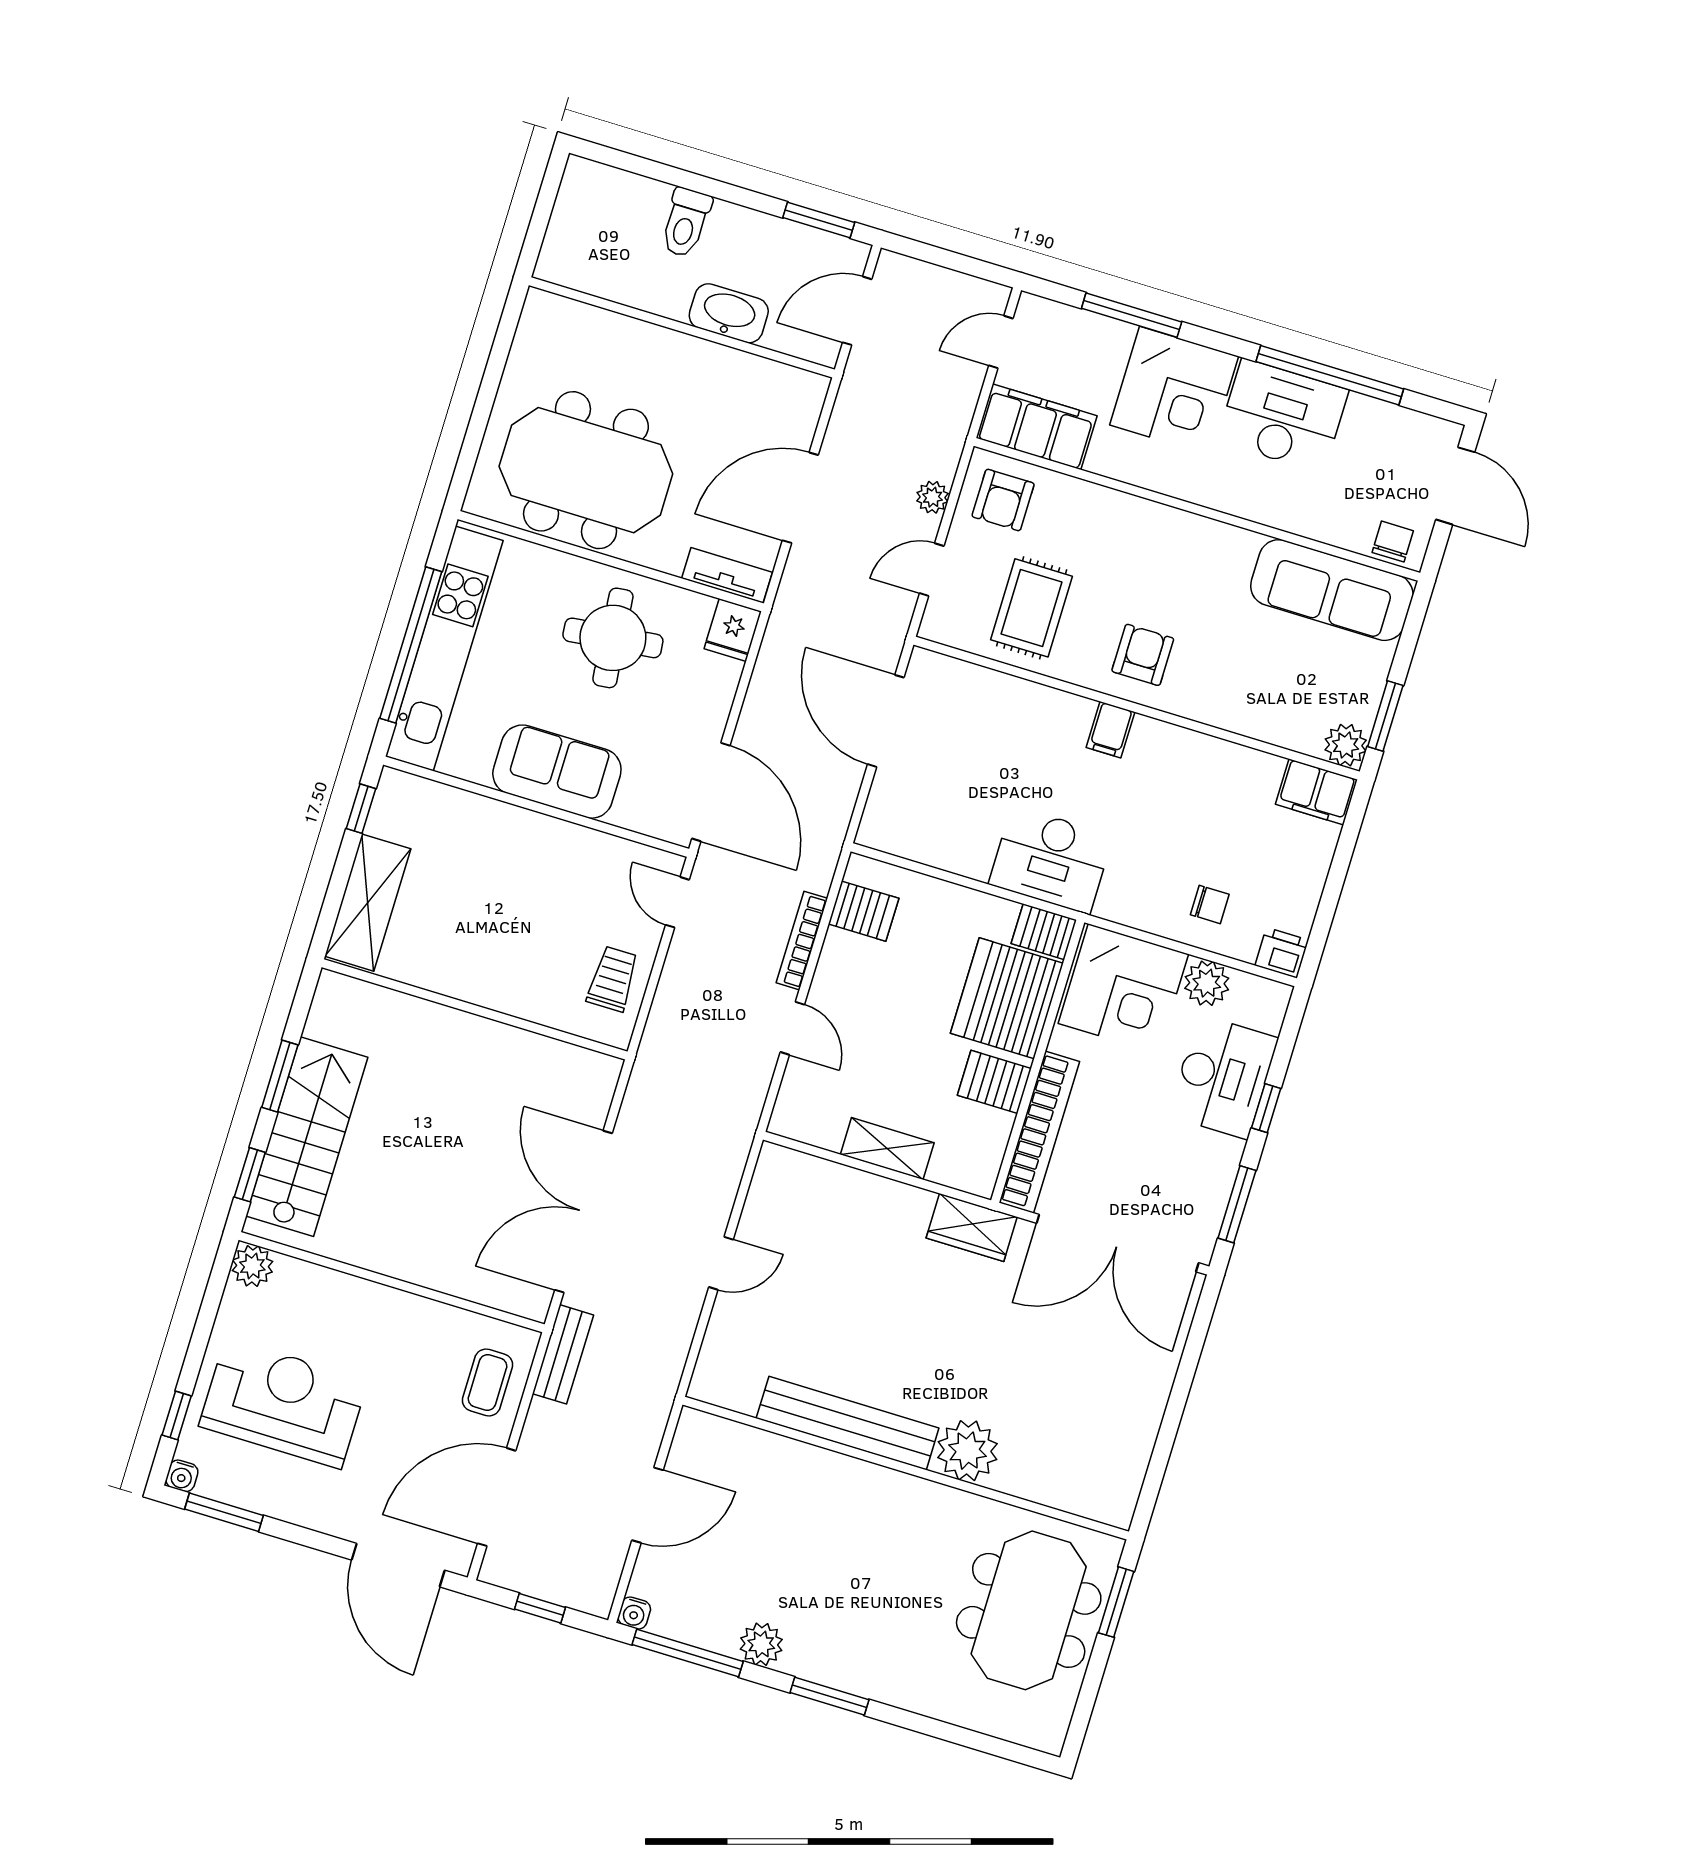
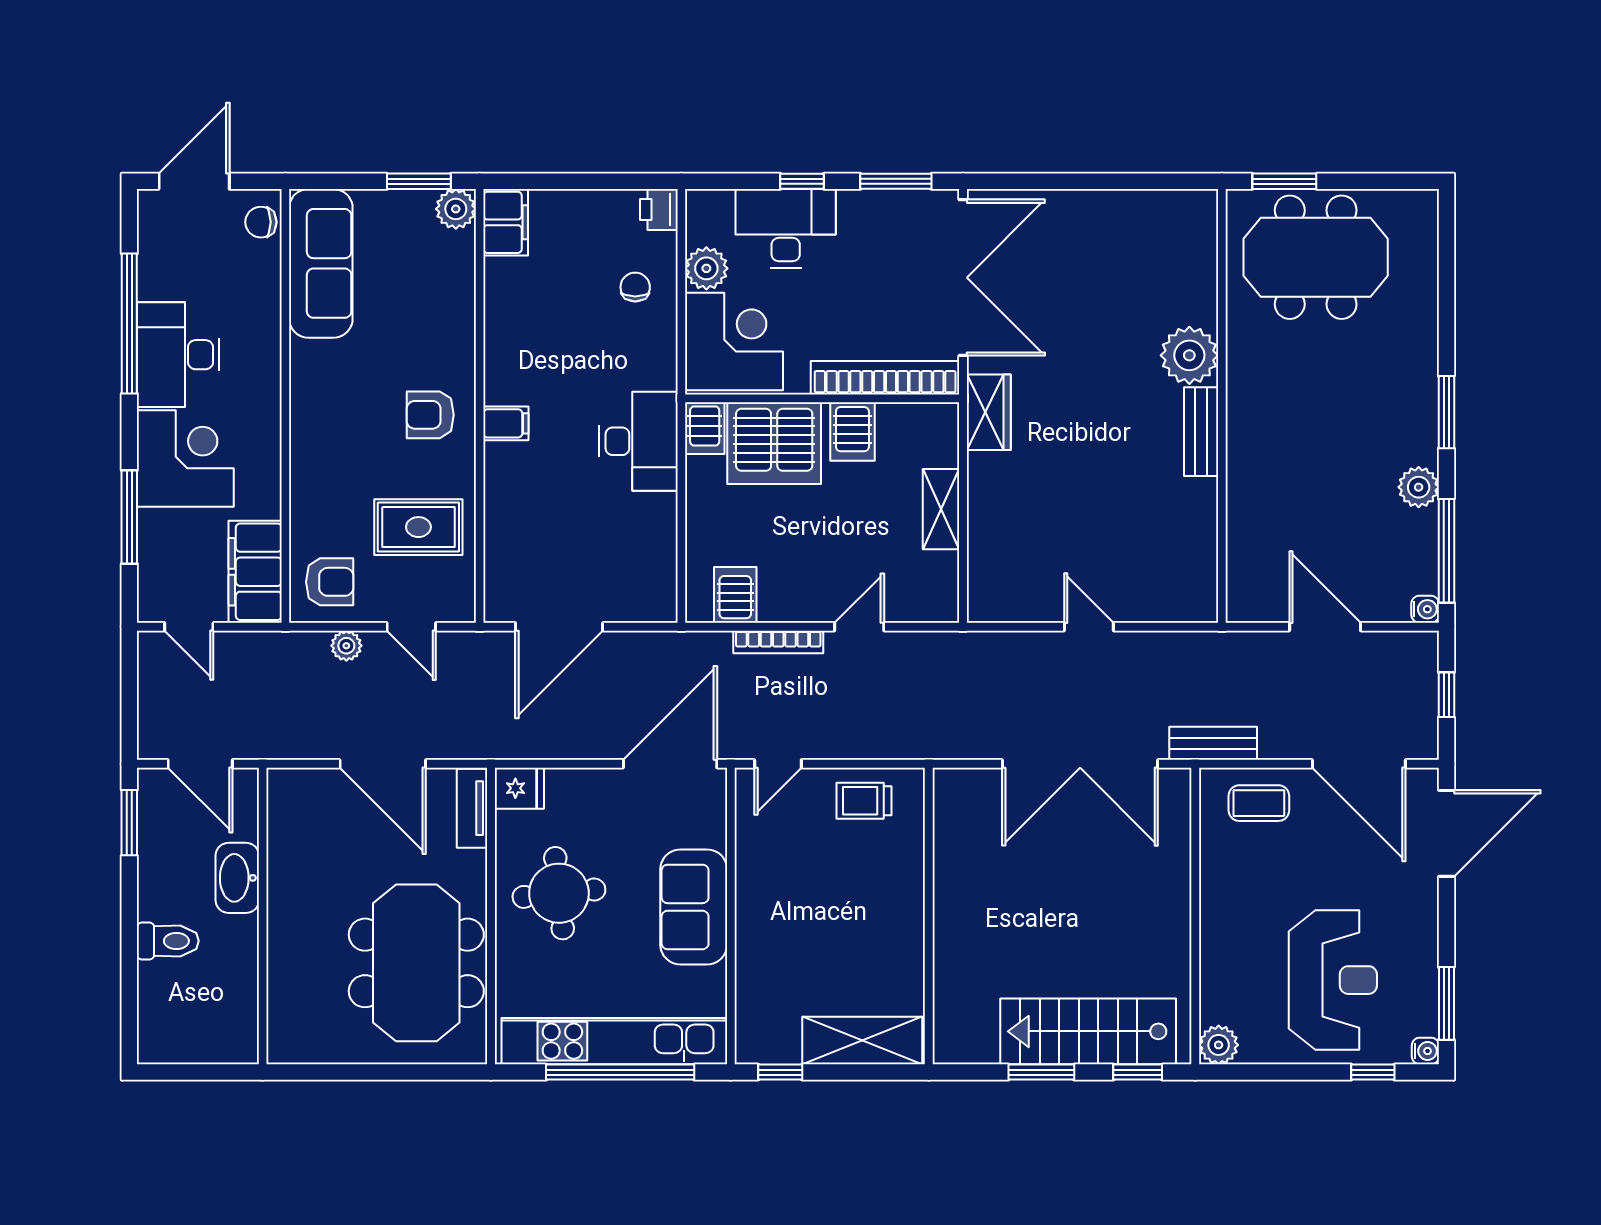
reception desk: (283, 1403) -> (1333, 980), turned 180
bench: (848, 1423) -> (1201, 432), width x0.54, depth x0.82

